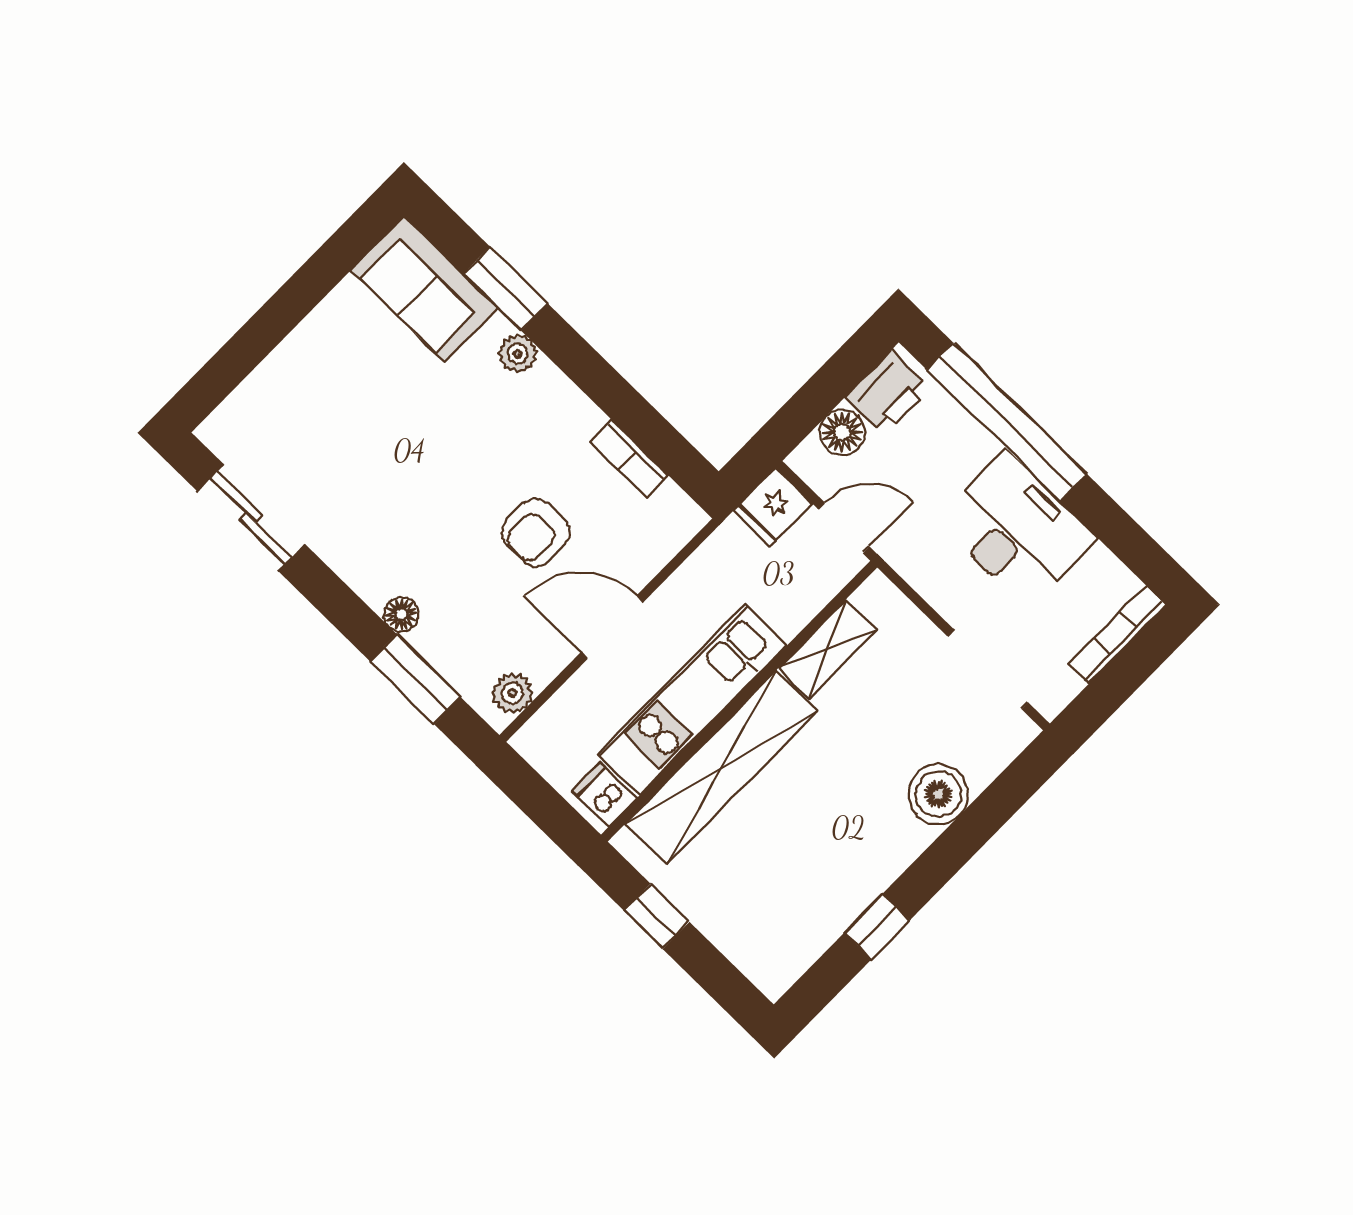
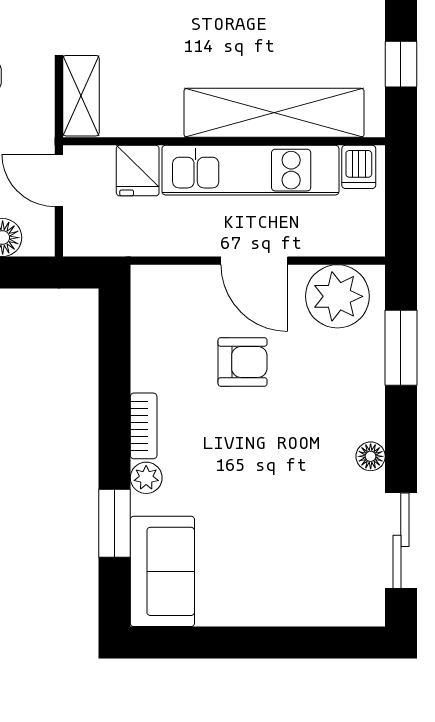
bookcase: (629, 459) -> (144, 426), moved
fridge: (773, 507) -> (138, 171), moved, turned 90
floor lamp: (401, 614) -> (371, 456), moved
shelving: (828, 649) -> (81, 96), moved, turned 90
plant: (512, 693) -> (337, 296), width x1.87, depth x1.87

